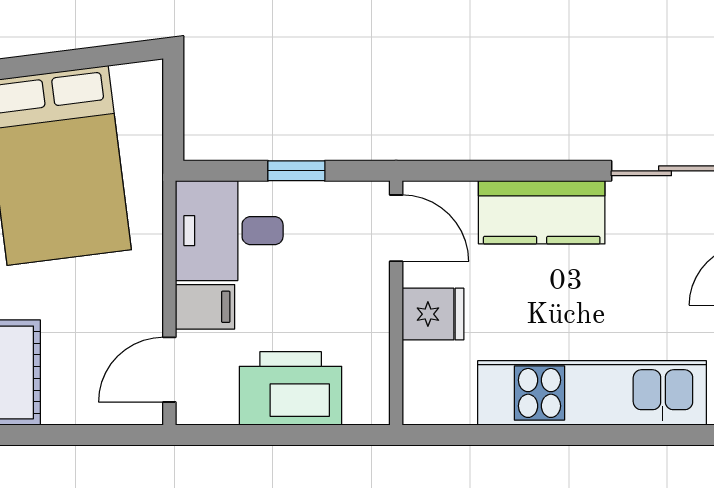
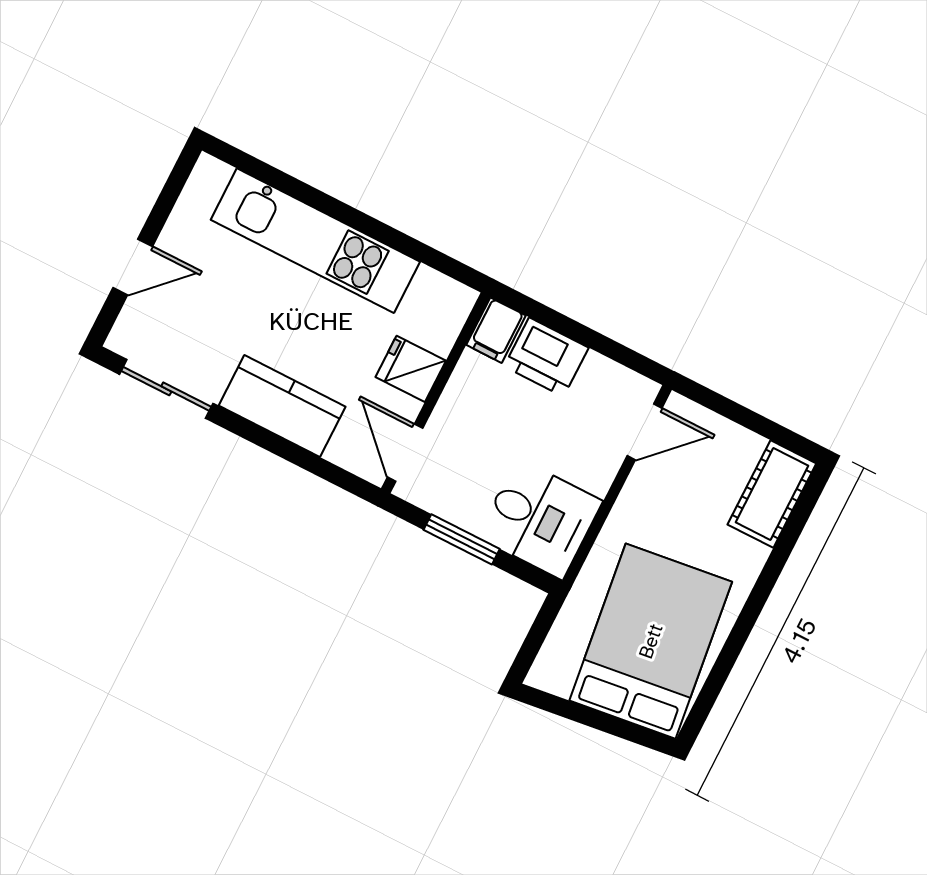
window: (296, 171) -> (462, 539), width x1.50
filing cabinet: (205, 307) -> (496, 330), moved, turned -90
printer: (291, 388) -> (546, 357), width x0.73, depth x0.84

